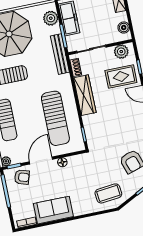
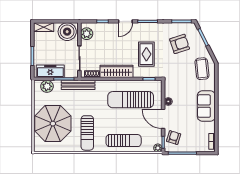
boiler: (124, 27) -> (67, 32), width x1.86, depth x1.86
rug: (121, 76) -> (146, 54), moved
sun lounger: (55, 118) -> (131, 100), turned 180
sofa: (53, 210) -> (206, 106), moved

